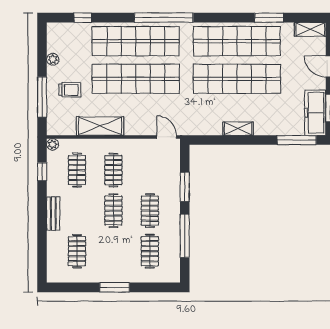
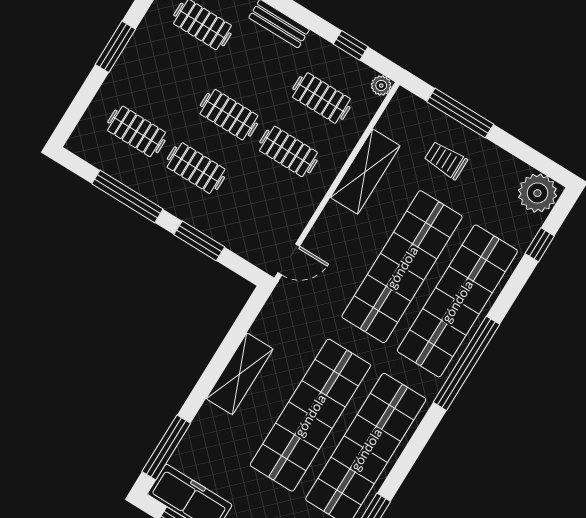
plant: (53, 59) -> (537, 193), moved, width x1.88, depth x1.88
trolley: (70, 90) -> (446, 160), turned 90
shelving: (238, 129) -> (240, 374), width x1.50, depth x1.33

